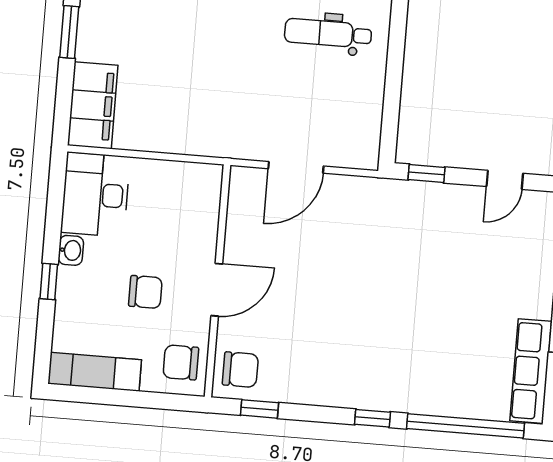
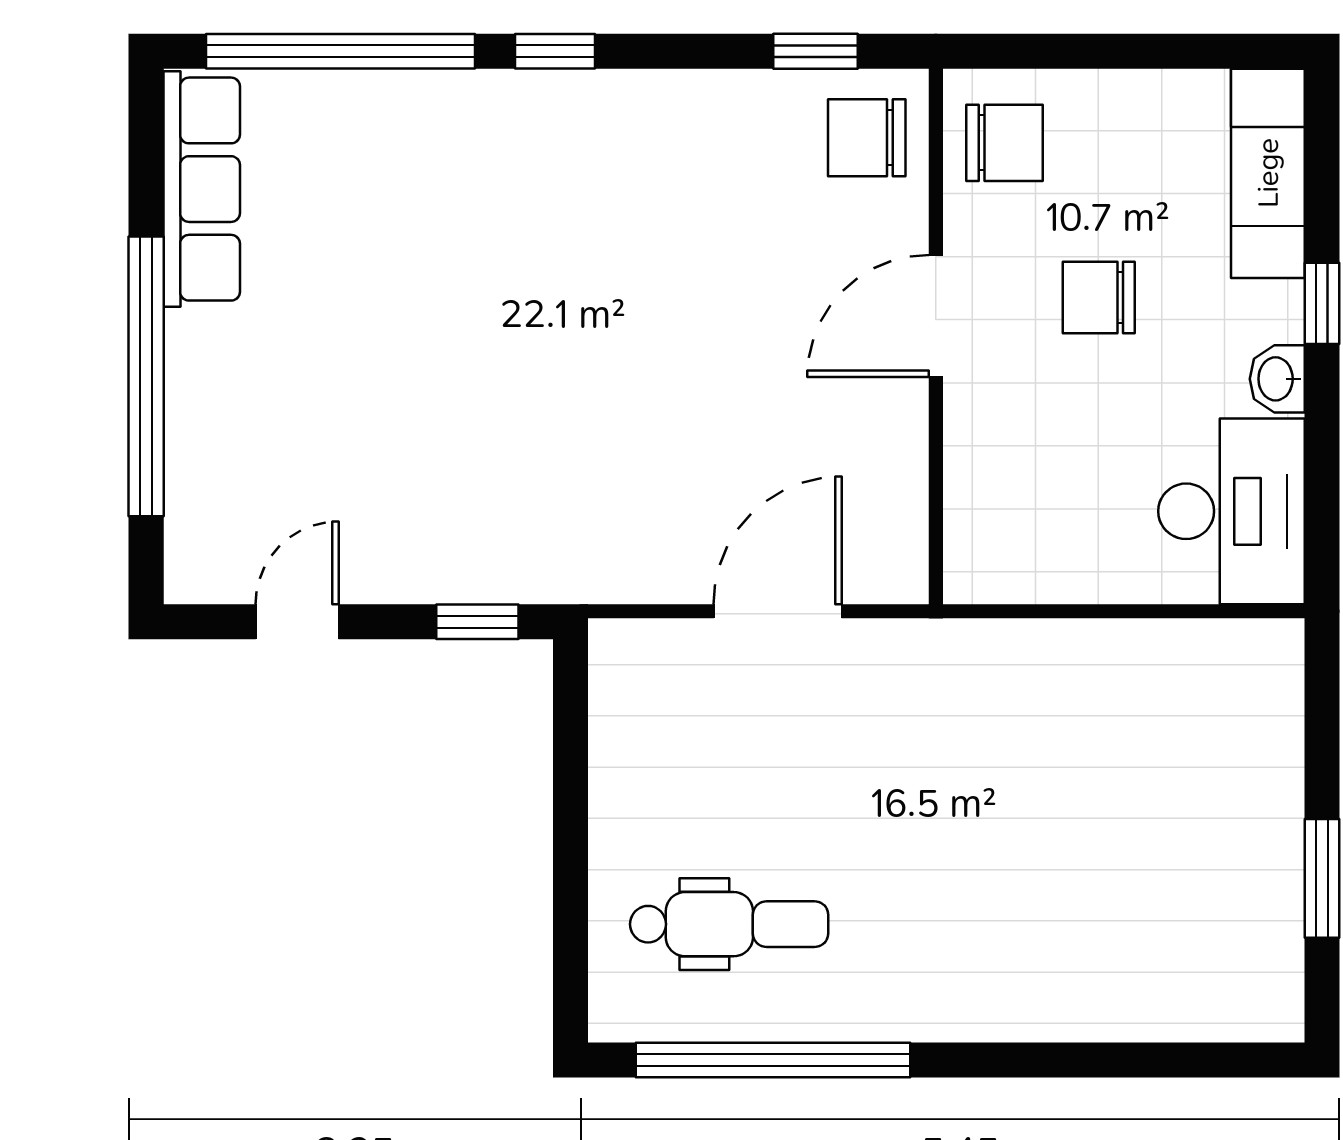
filing cabinet: (93, 105) -> (1254, 715), removed
exam couch: (95, 372) -> (1268, 173), moved, turned 90

